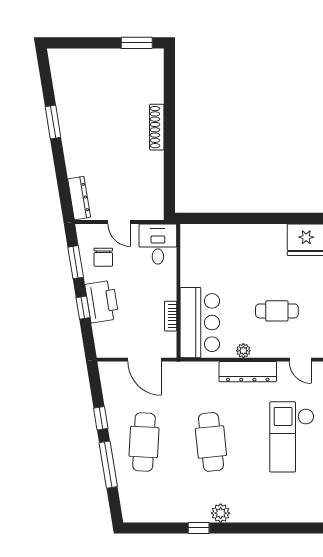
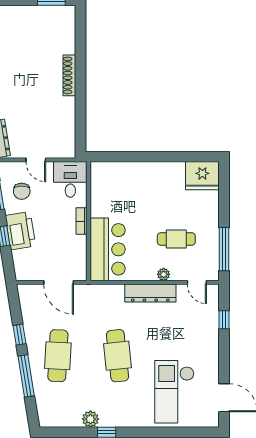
bookcase: (171, 316) -> (82, 221), moved
plant: (243, 351) -> (164, 274), moved
checkout: (292, 437) -> (174, 392), moved
plant: (221, 513) -> (90, 419), moved

